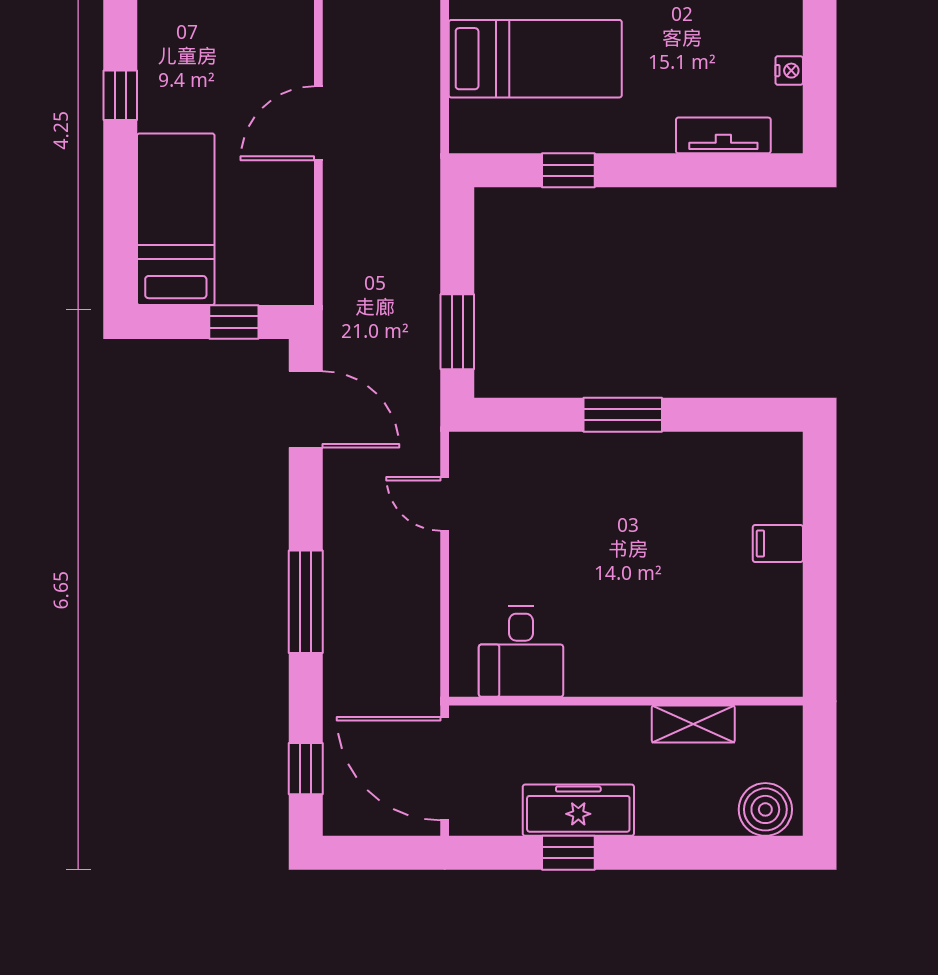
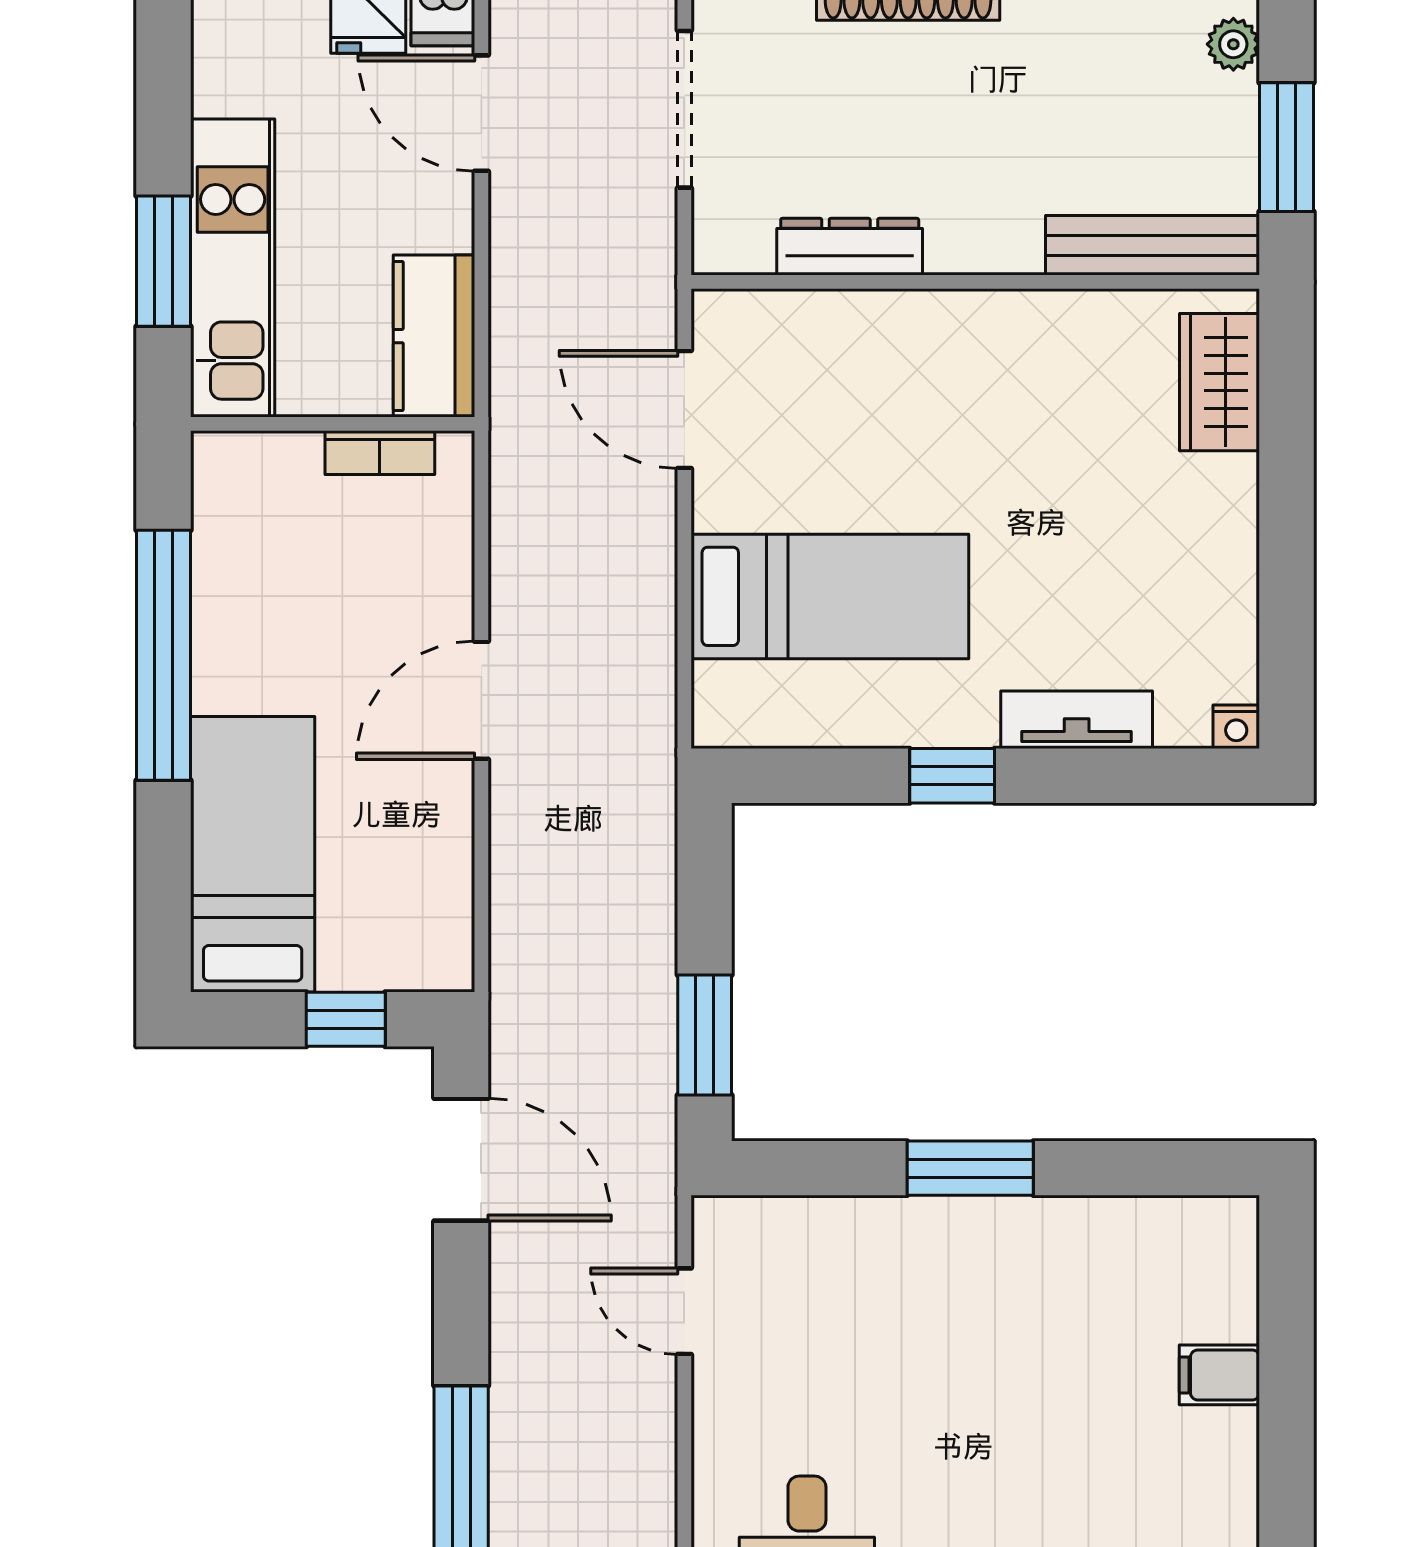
nightstand: (789, 71) -> (1236, 727), moved, turned 90
window: (120, 95) -> (163, 655), width x3.17
tv unit: (723, 135) -> (1077, 720), moved
window: (568, 170) -> (952, 776), moved

